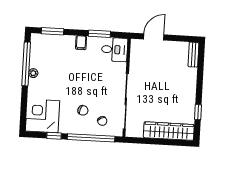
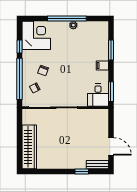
window: (52, 31) -> (111, 50), moved
window: (99, 34) -> (111, 92), moved
door: (154, 37) -> (111, 146), moved
window: (26, 64) -> (67, 19), moved
window: (198, 112) -> (82, 171), moved

